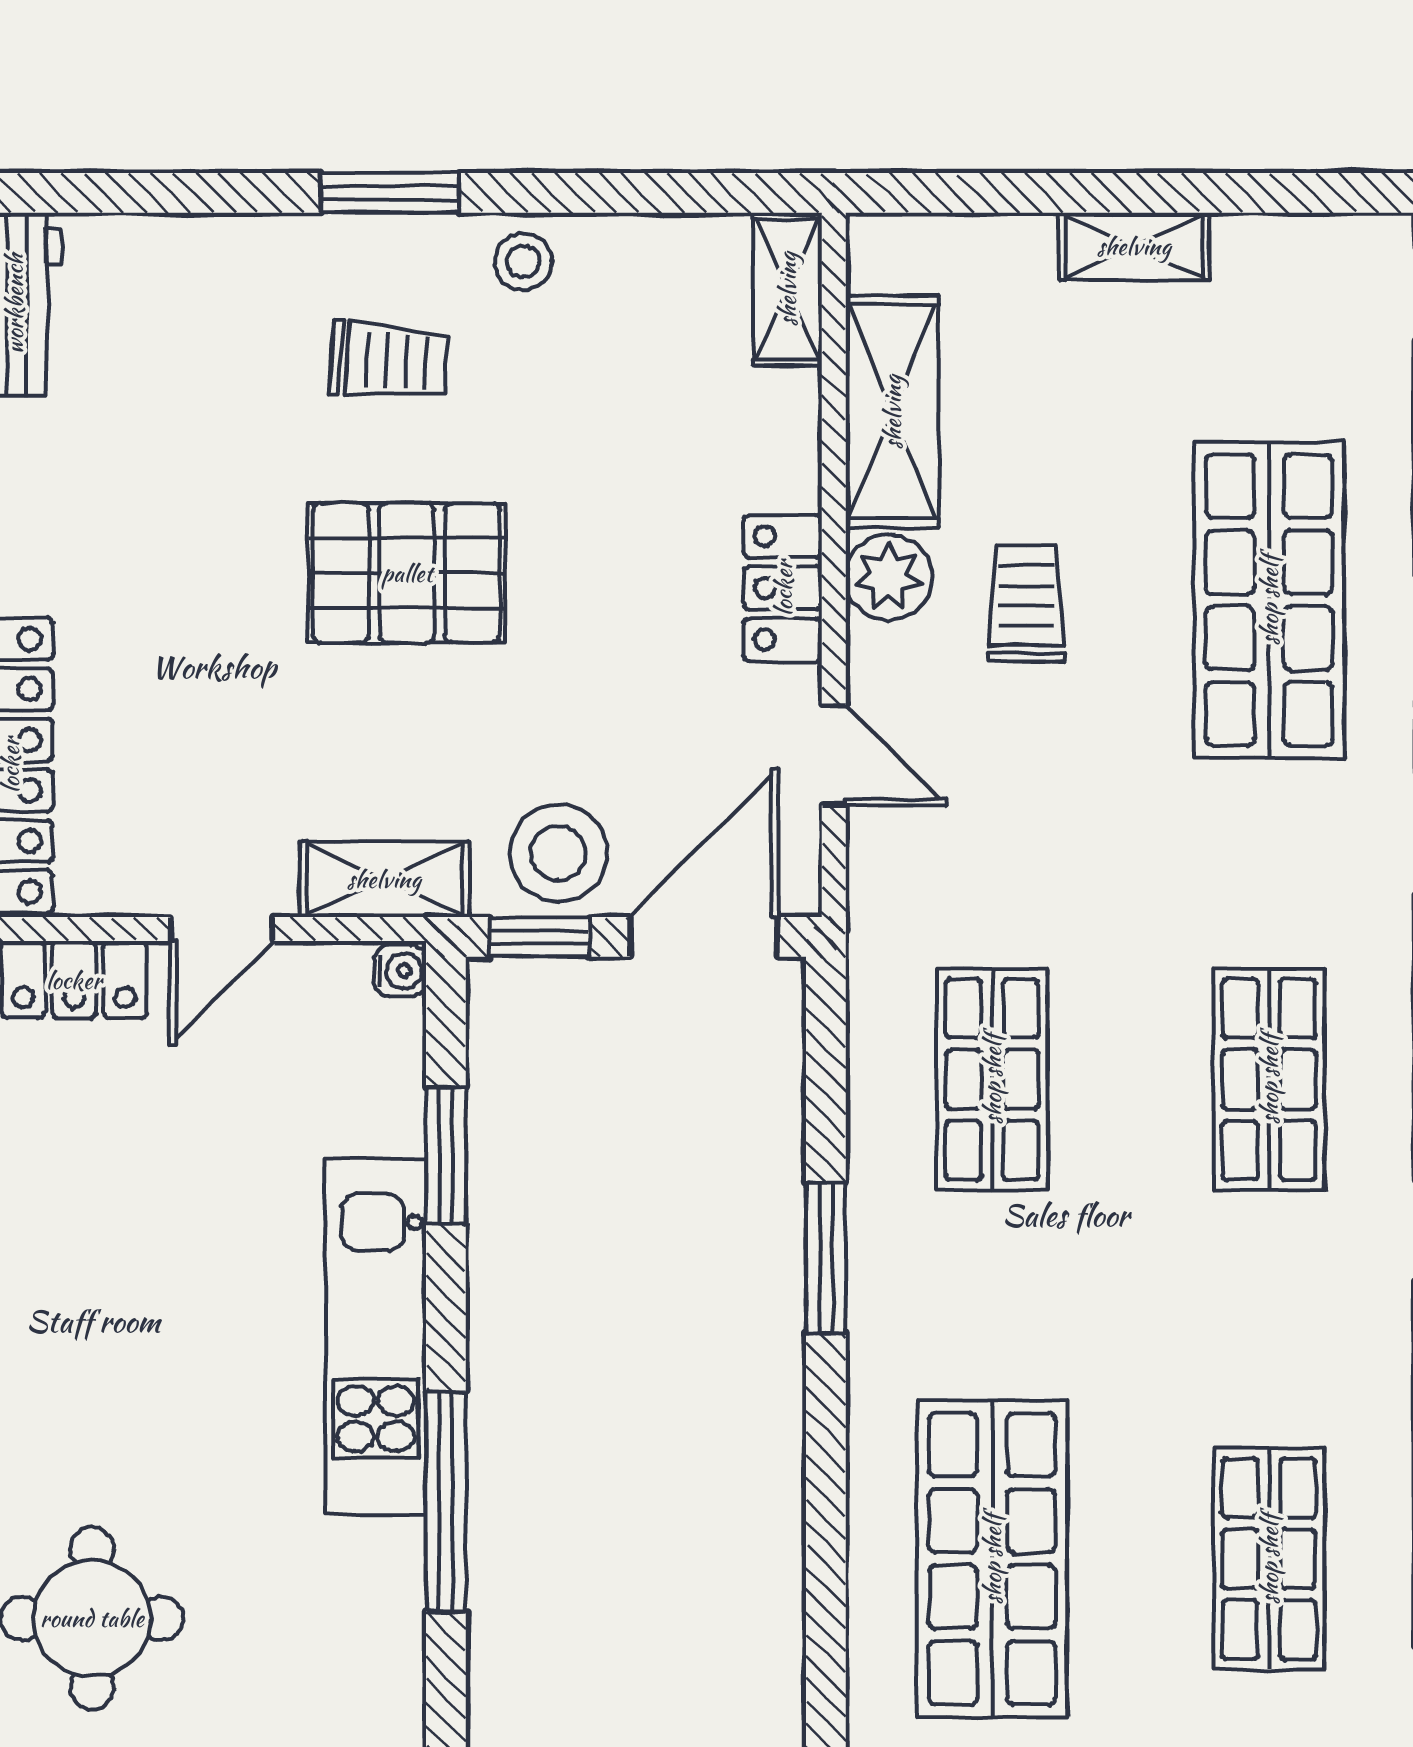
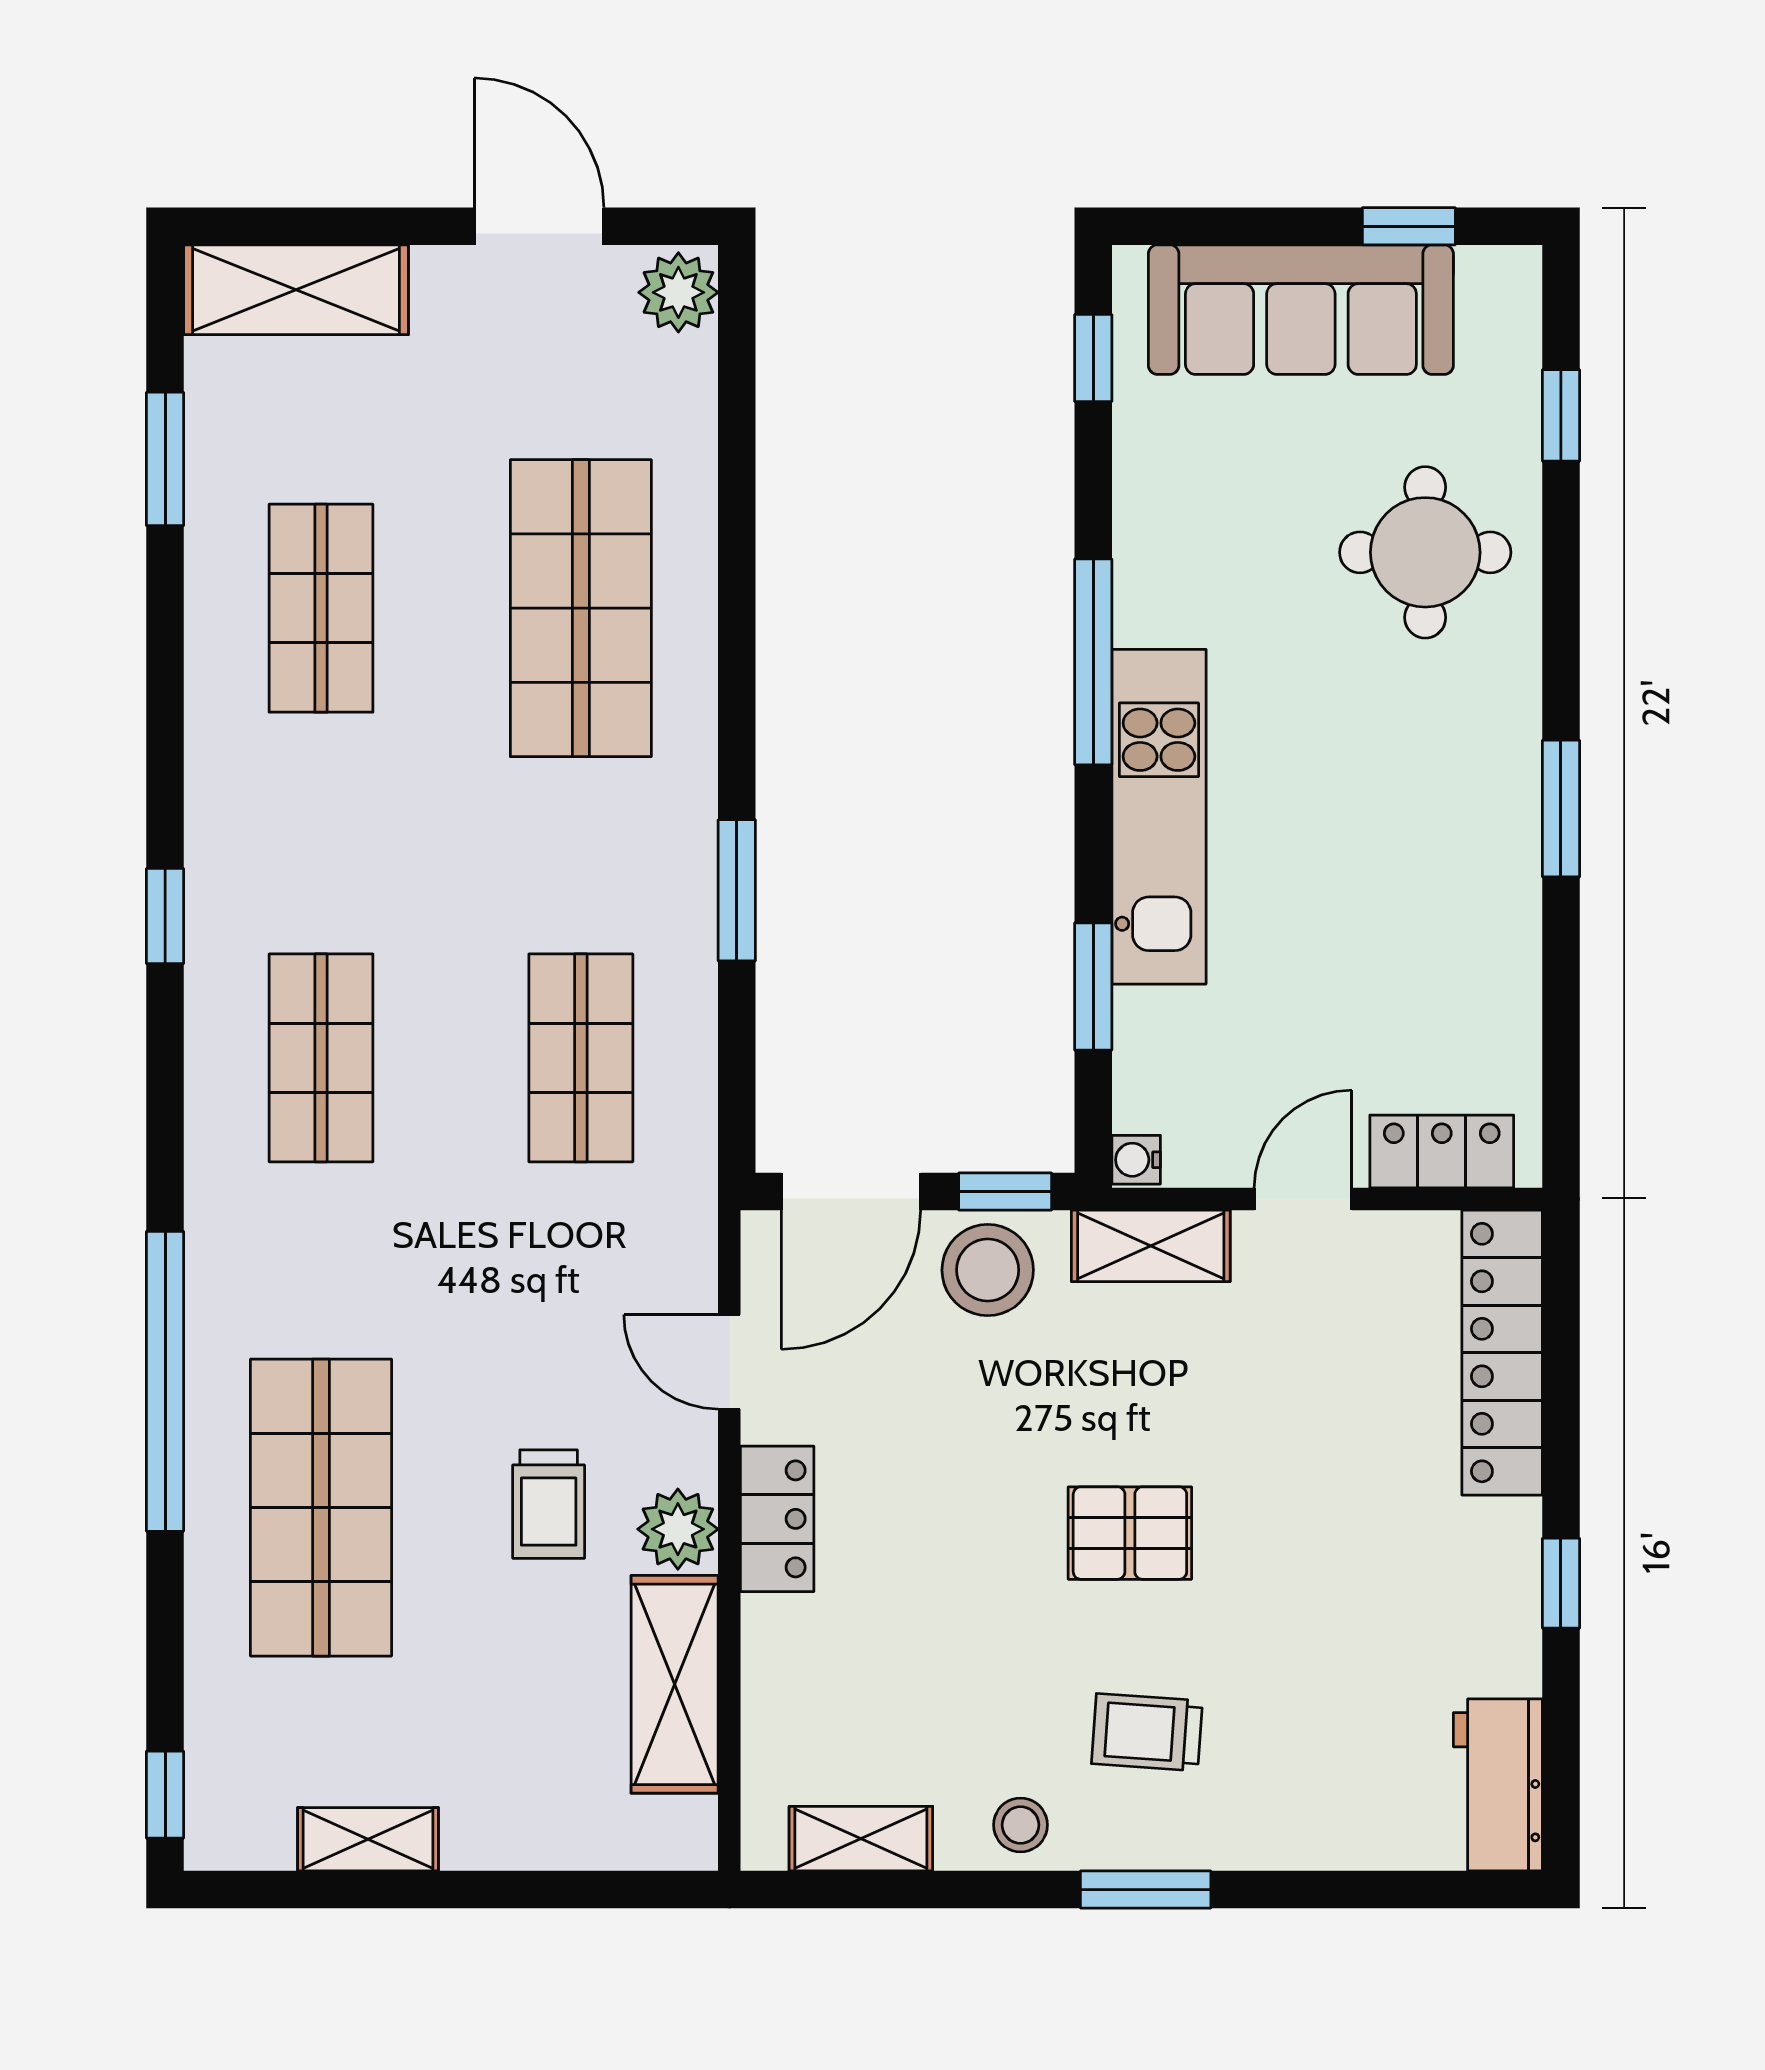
shelving: (1134, 246) -> (368, 1839), moved
shelving: (787, 289) -> (861, 1839), moved, turned 90
pallet: (407, 573) -> (1130, 1533), width x0.67, depth x0.71

